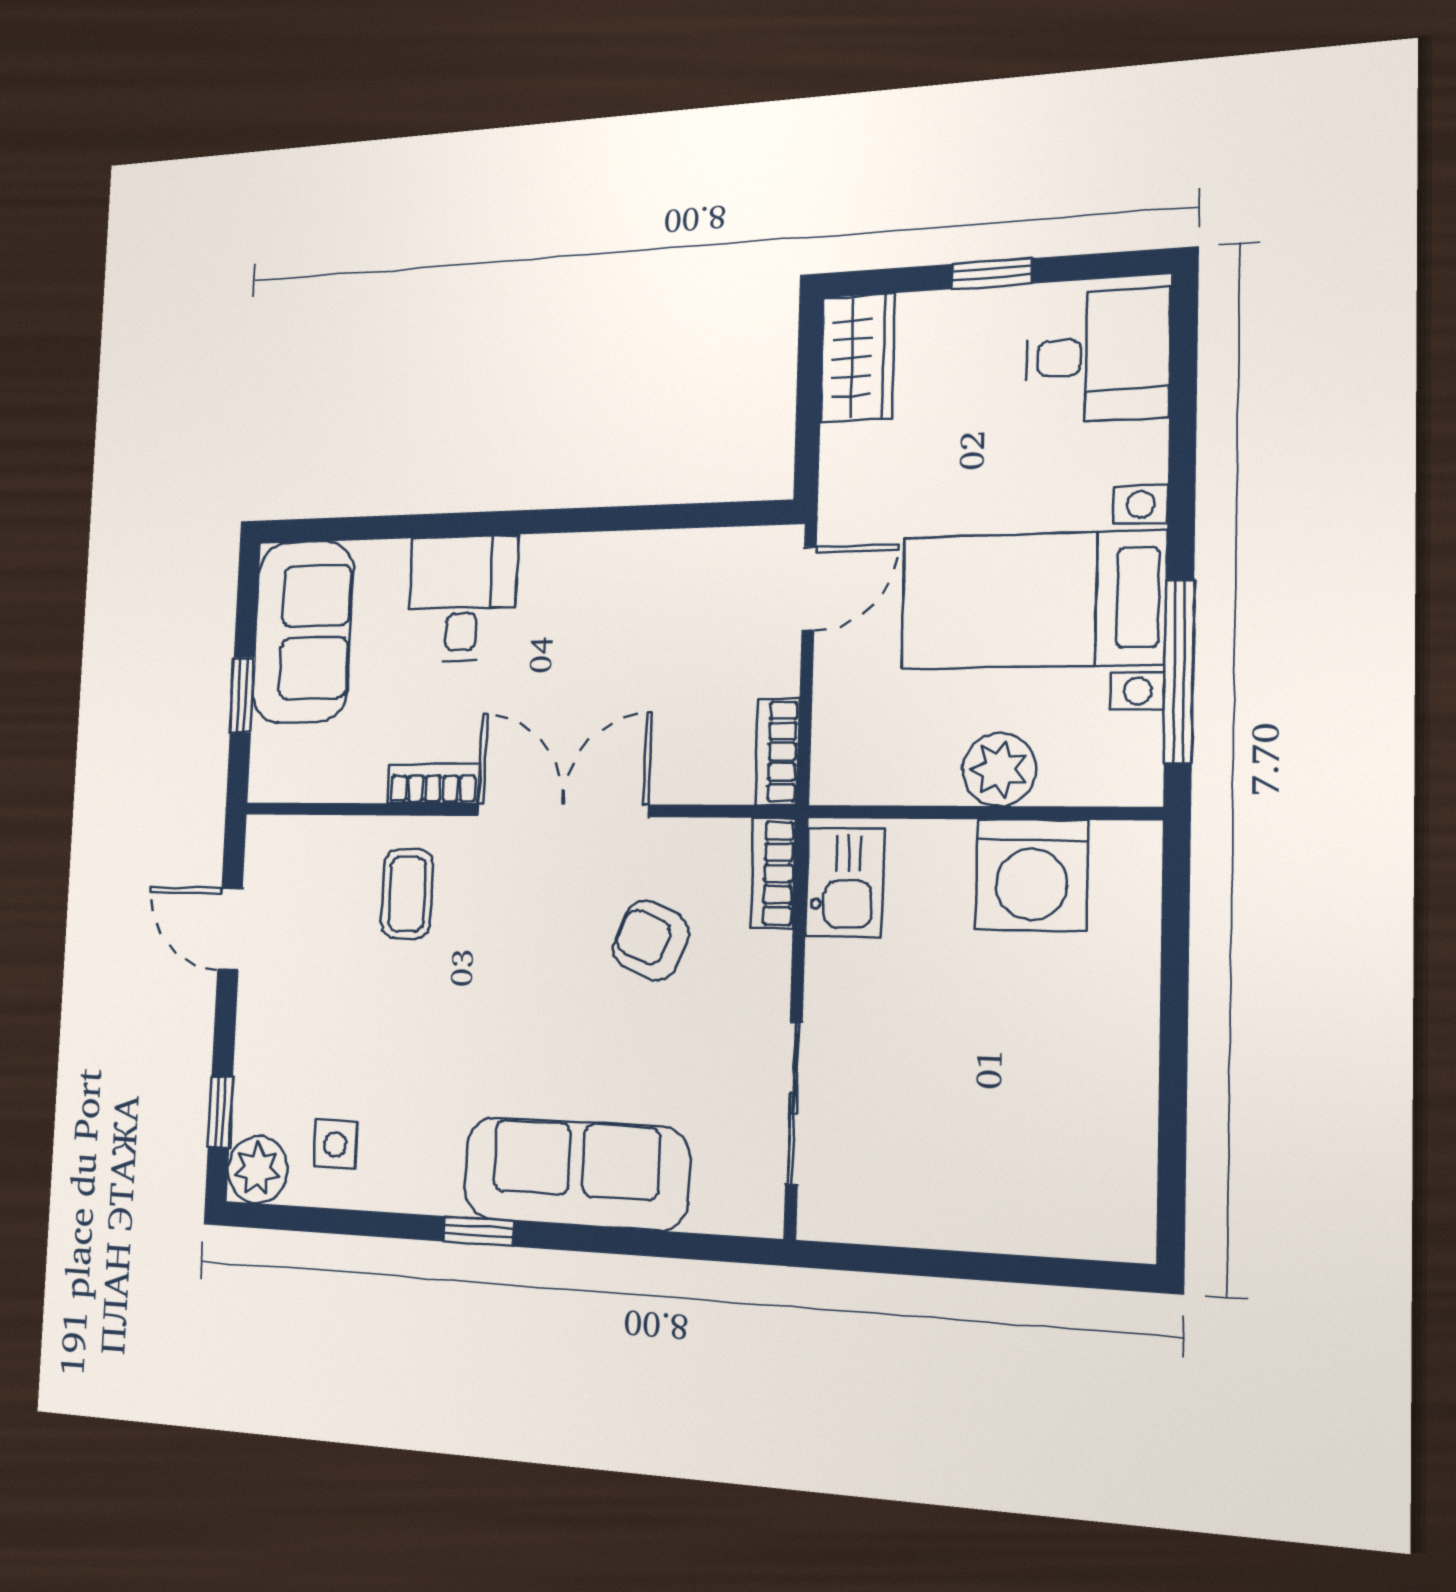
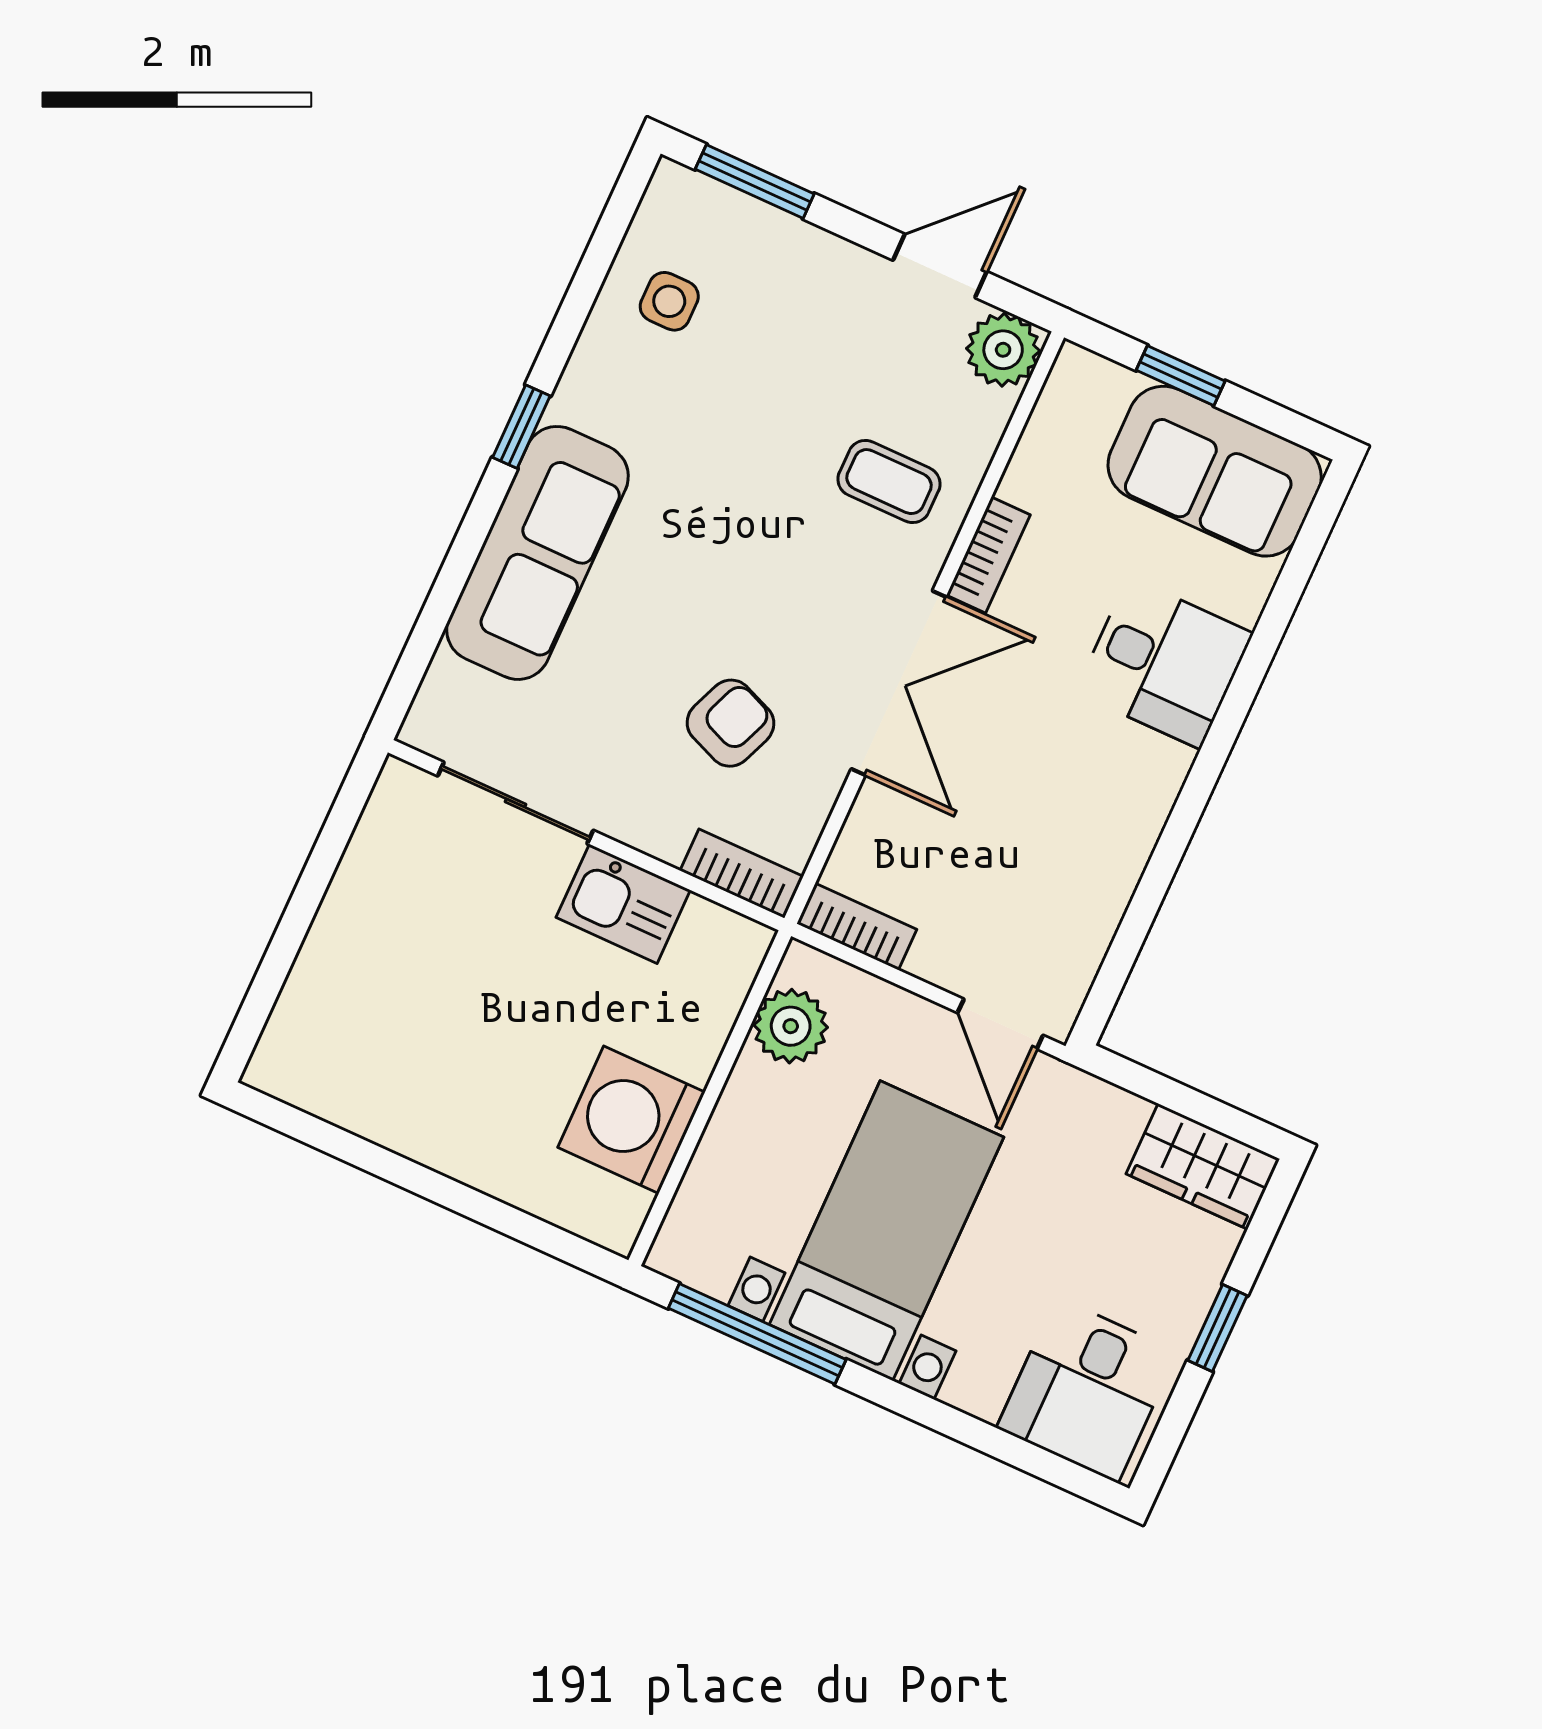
plant: (999, 769) -> (791, 1026), moved
kitchen sink: (844, 882) -> (623, 904), moved
window: (220, 1112) -> (755, 181), width x1.50
plant: (257, 1170) -> (1003, 350), moved

